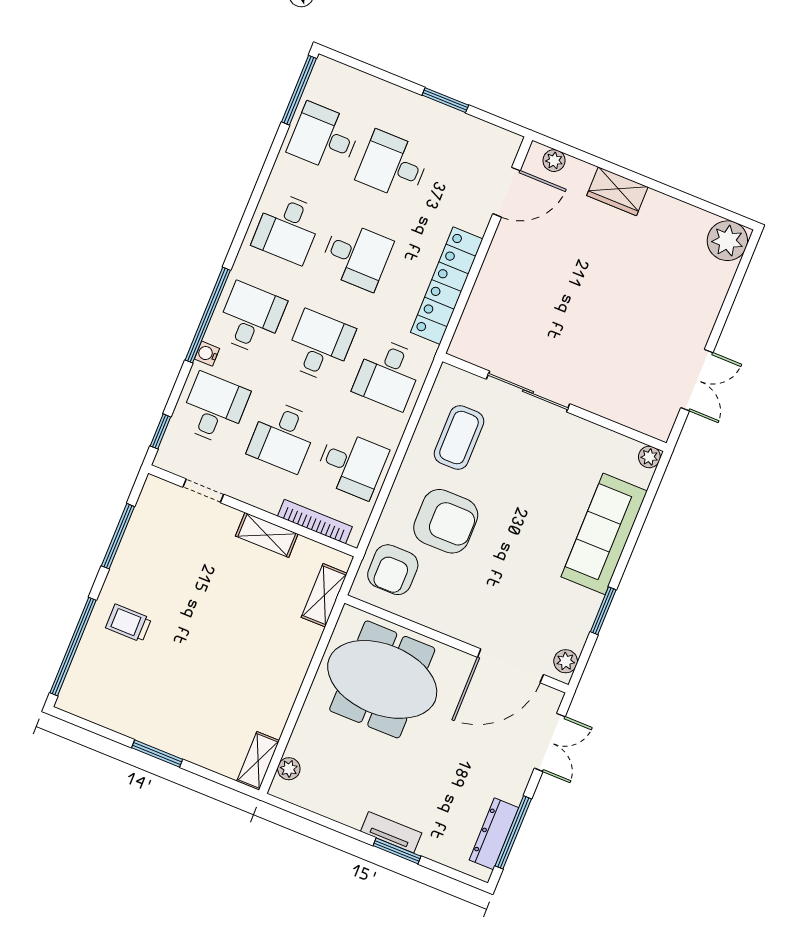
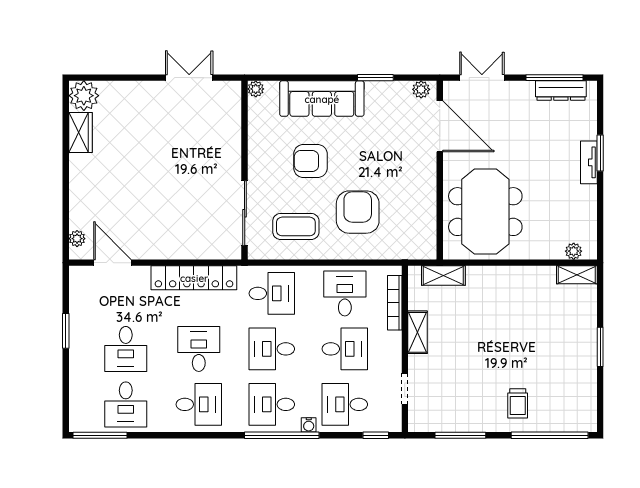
wardrobe: (617, 191) -> (80, 132), moved
sliding door: (528, 391) -> (245, 213), moved
armchair: (393, 570) -> (310, 161), moved, turned 180

